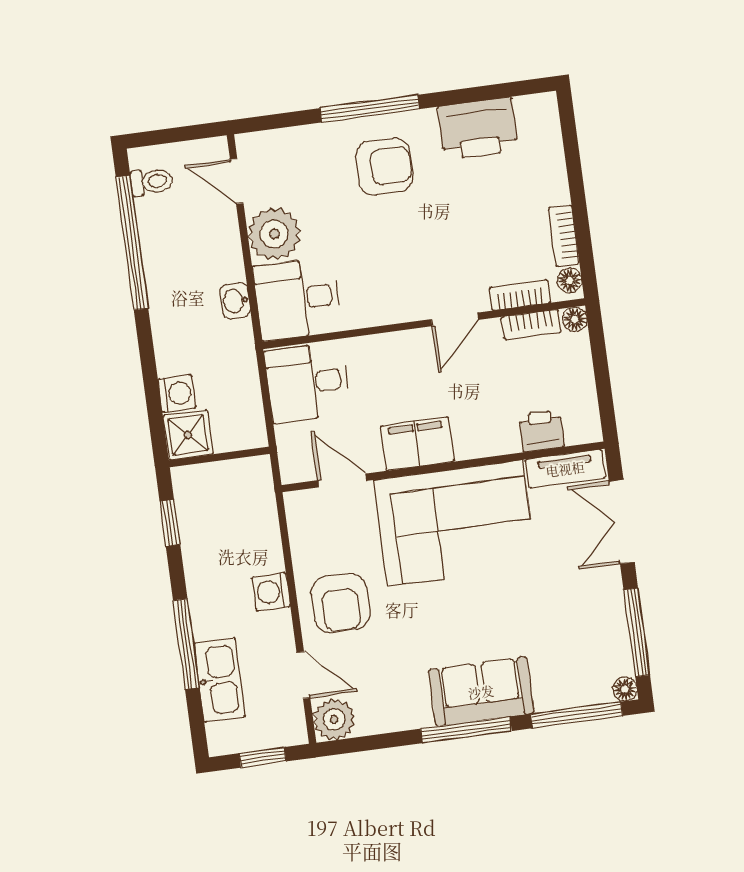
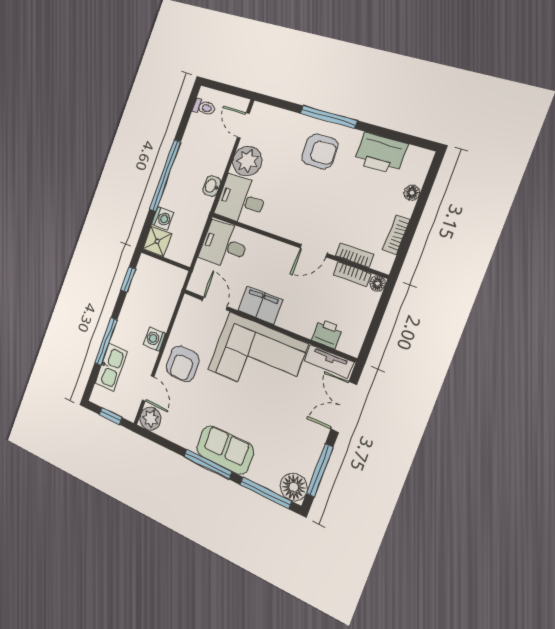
window: (132, 243) -> (165, 176), moved
floor lamp: (570, 280) -> (412, 193), moved
floor lamp: (625, 689) -> (294, 487), width x1.89, depth x1.89

